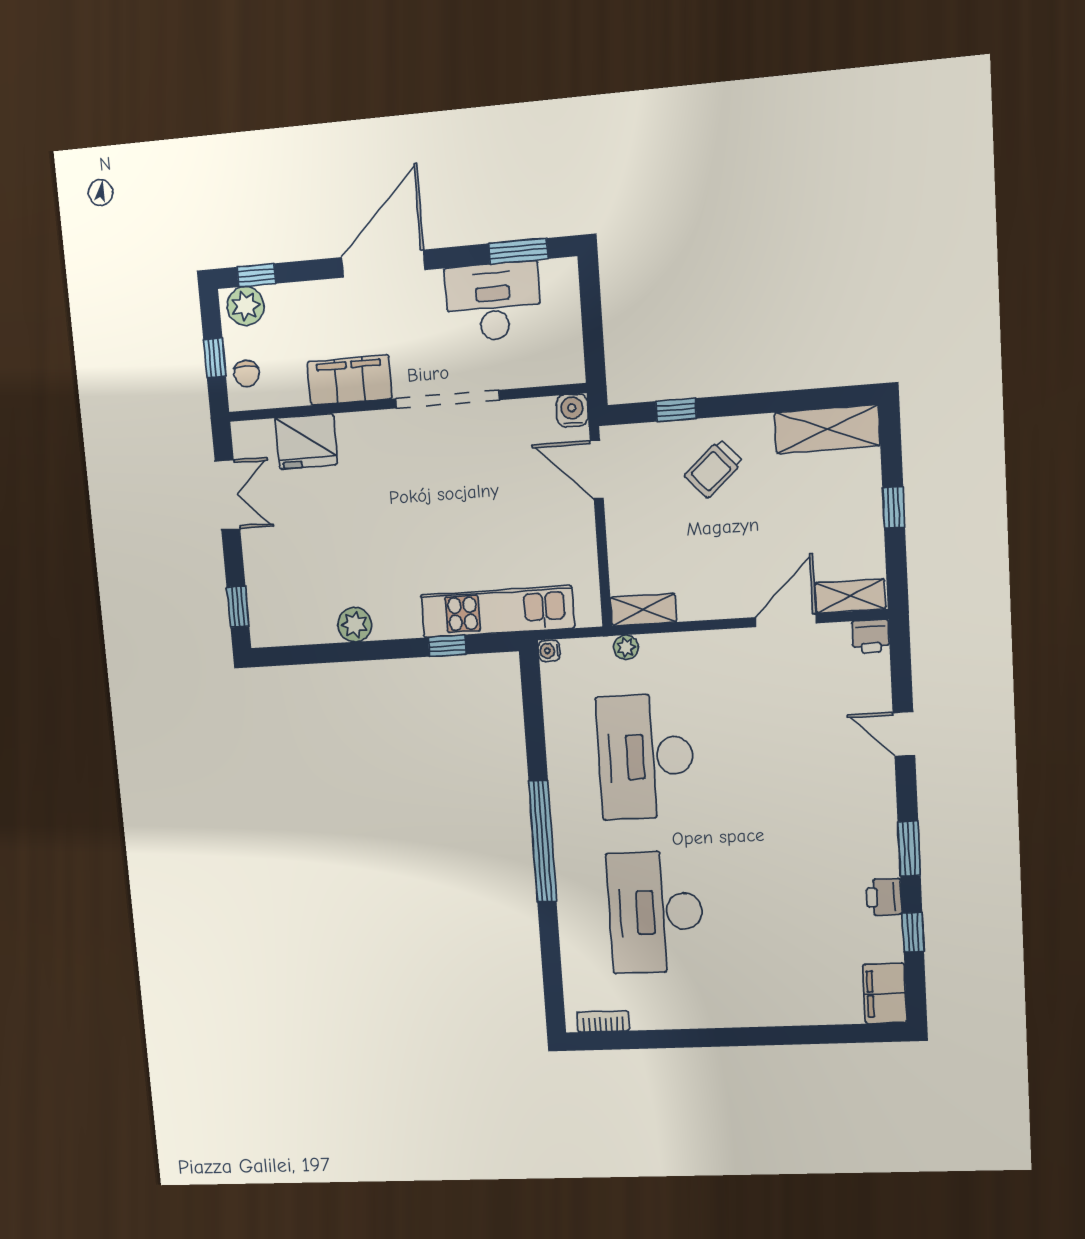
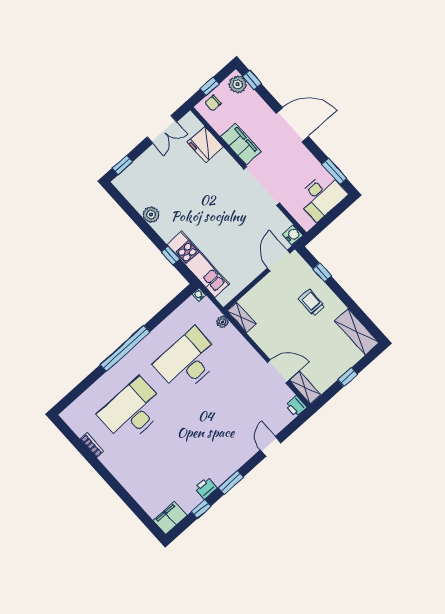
desk: (493, 302) -> (321, 196), moved, turned 90
trolley: (714, 469) -> (312, 302), turned 42
bookcase: (603, 1021) -> (92, 445), moved

